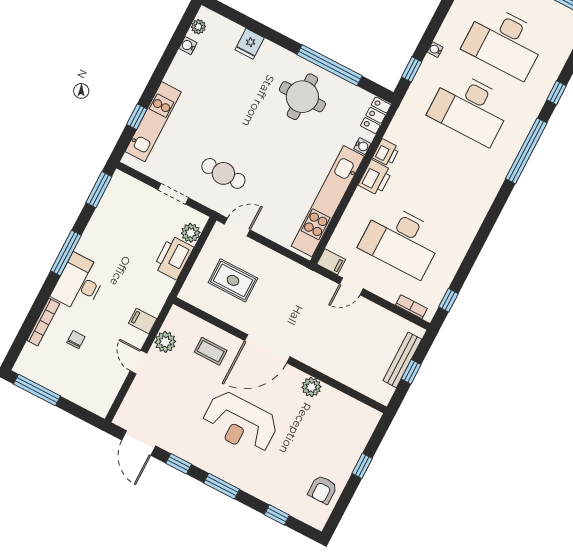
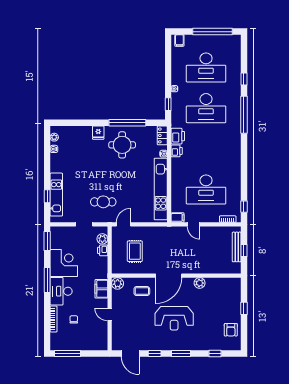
fridge: (250, 44) -> (98, 133), moved
printer: (375, 178) -> (178, 136), moved
corner desk: (108, 239) -> (64, 263), added
printer: (173, 258) -> (103, 250), width x0.53, depth x0.68
rug: (233, 280) -> (135, 251), turned 90
door: (351, 286) -> (194, 224), hinge flipped
filing cabinet: (143, 321) -> (101, 289), width x2.00
plant: (165, 342) -> (118, 283), moved

